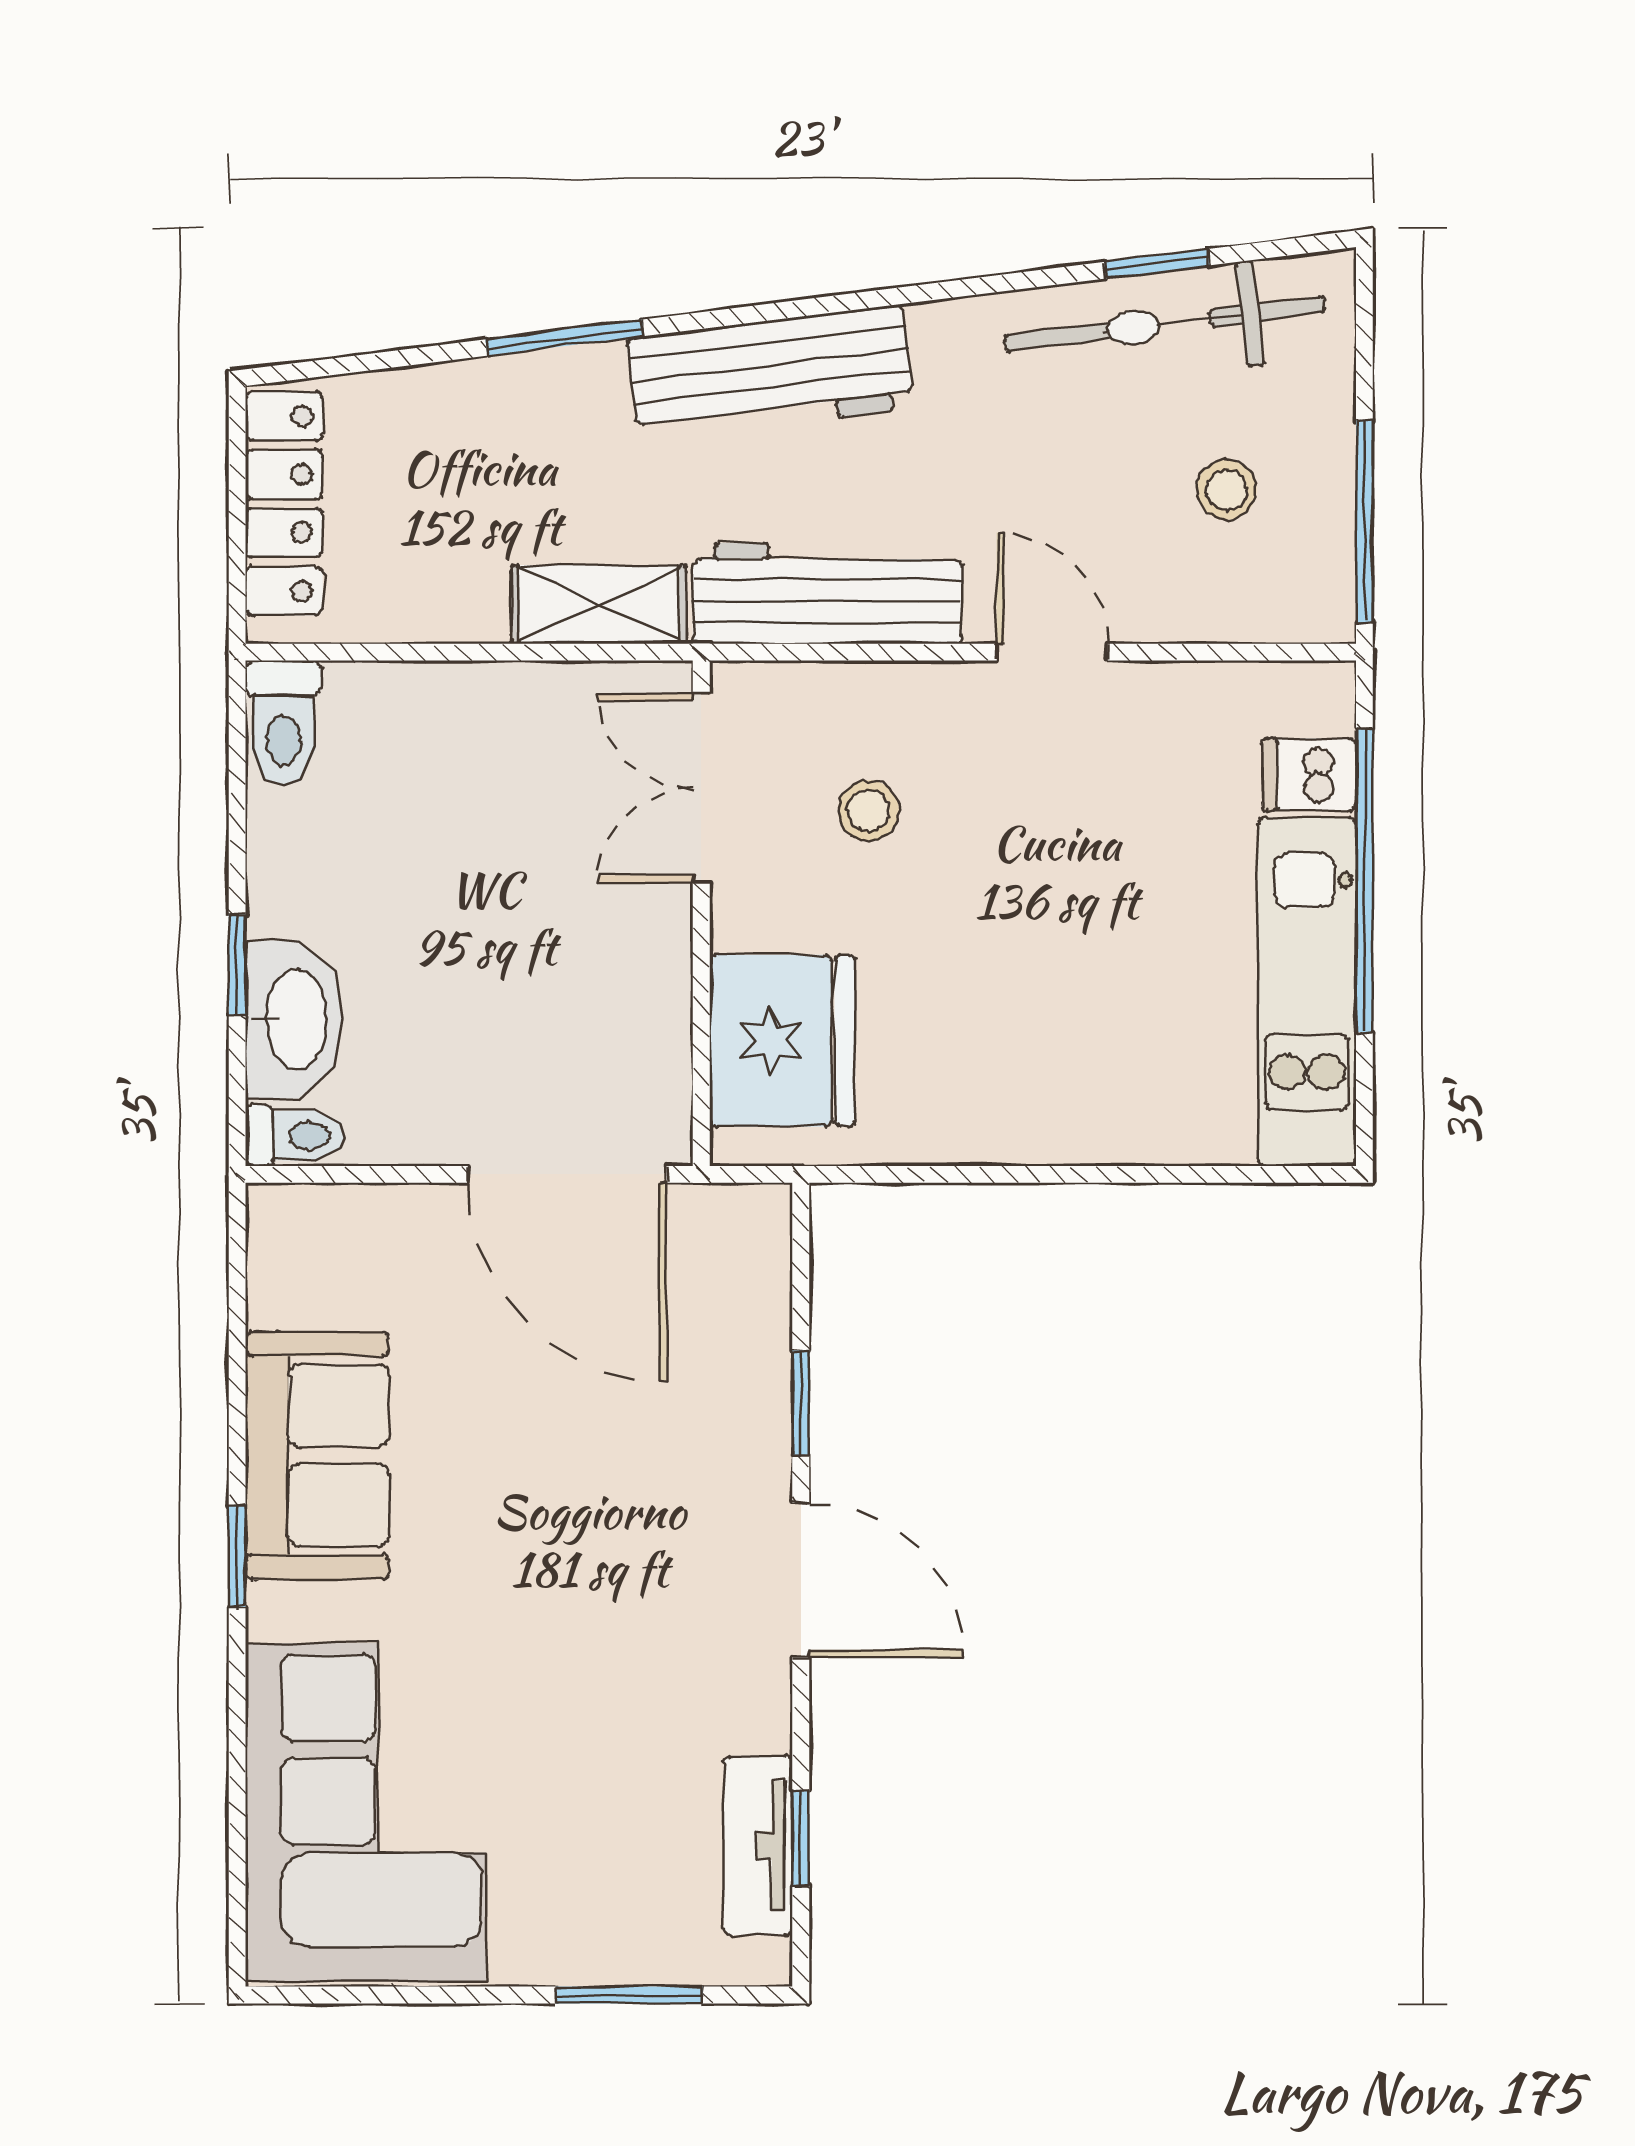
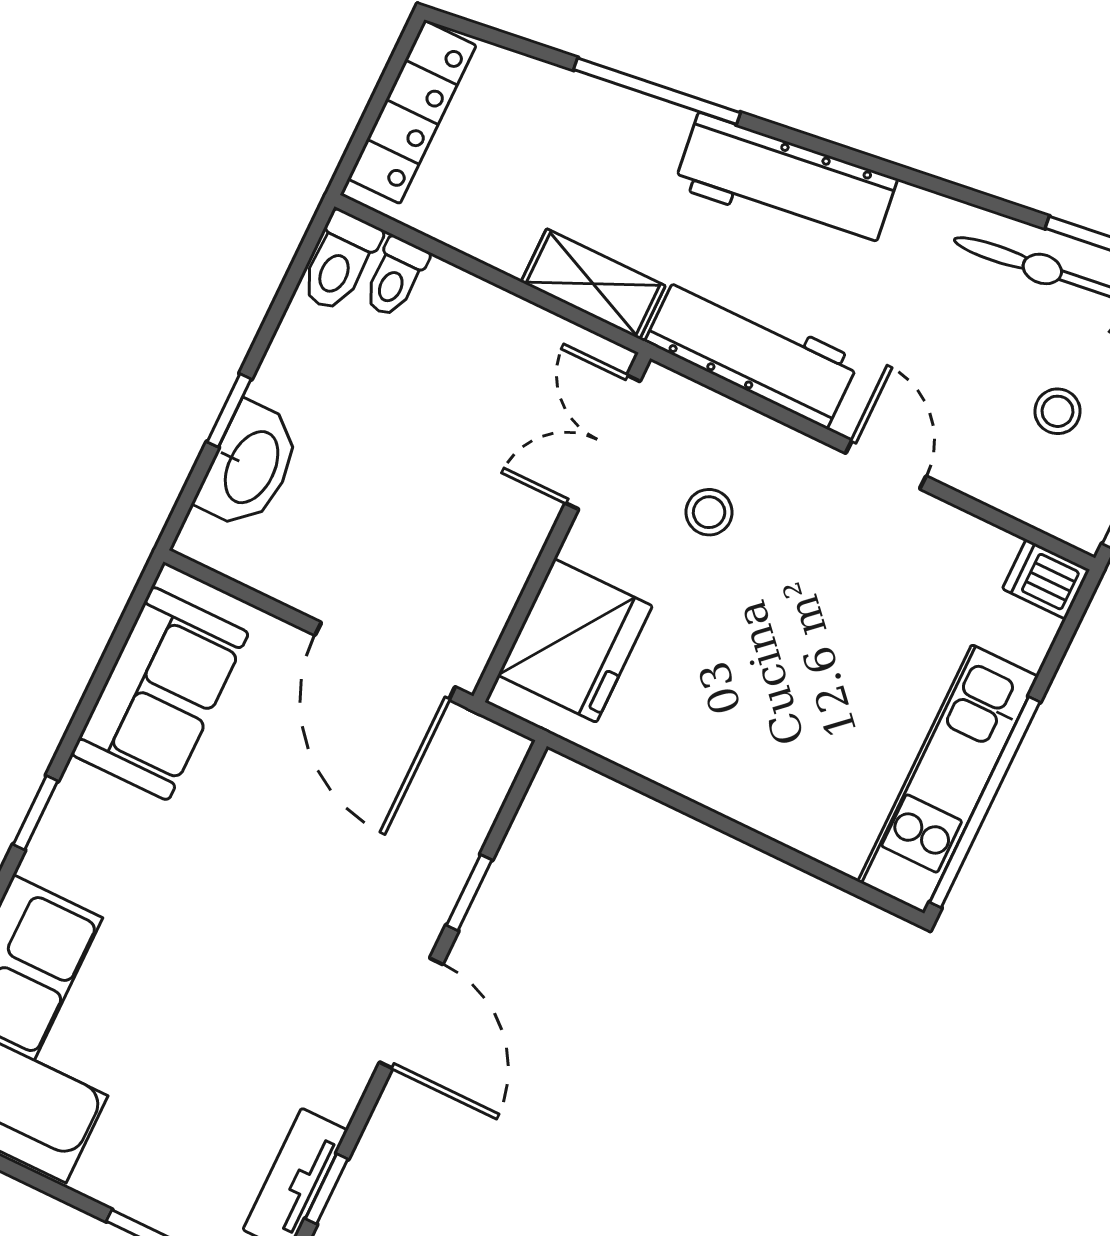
window: (565, 338) -> (657, 91), width x1.44
dishwasher: (1309, 774) -> (1046, 579), moved
window: (1364, 881) -> (985, 802), moved
toilet: (295, 1136) -> (395, 277), moved, turned 90
sofa: (317, 1455) -> (160, 693), moved

